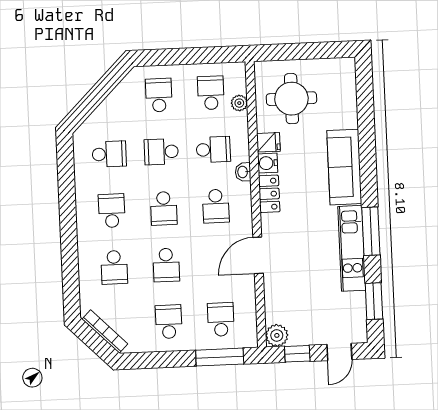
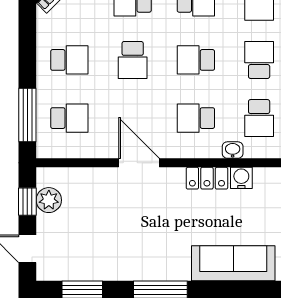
fridge: (268, 142) -> (264, 180), removed
kitchen unit: (352, 248) -> (142, 268), removed
school desk: (166, 265) -> (133, 60), turned -90
plant: (277, 335) -> (49, 200), moved

